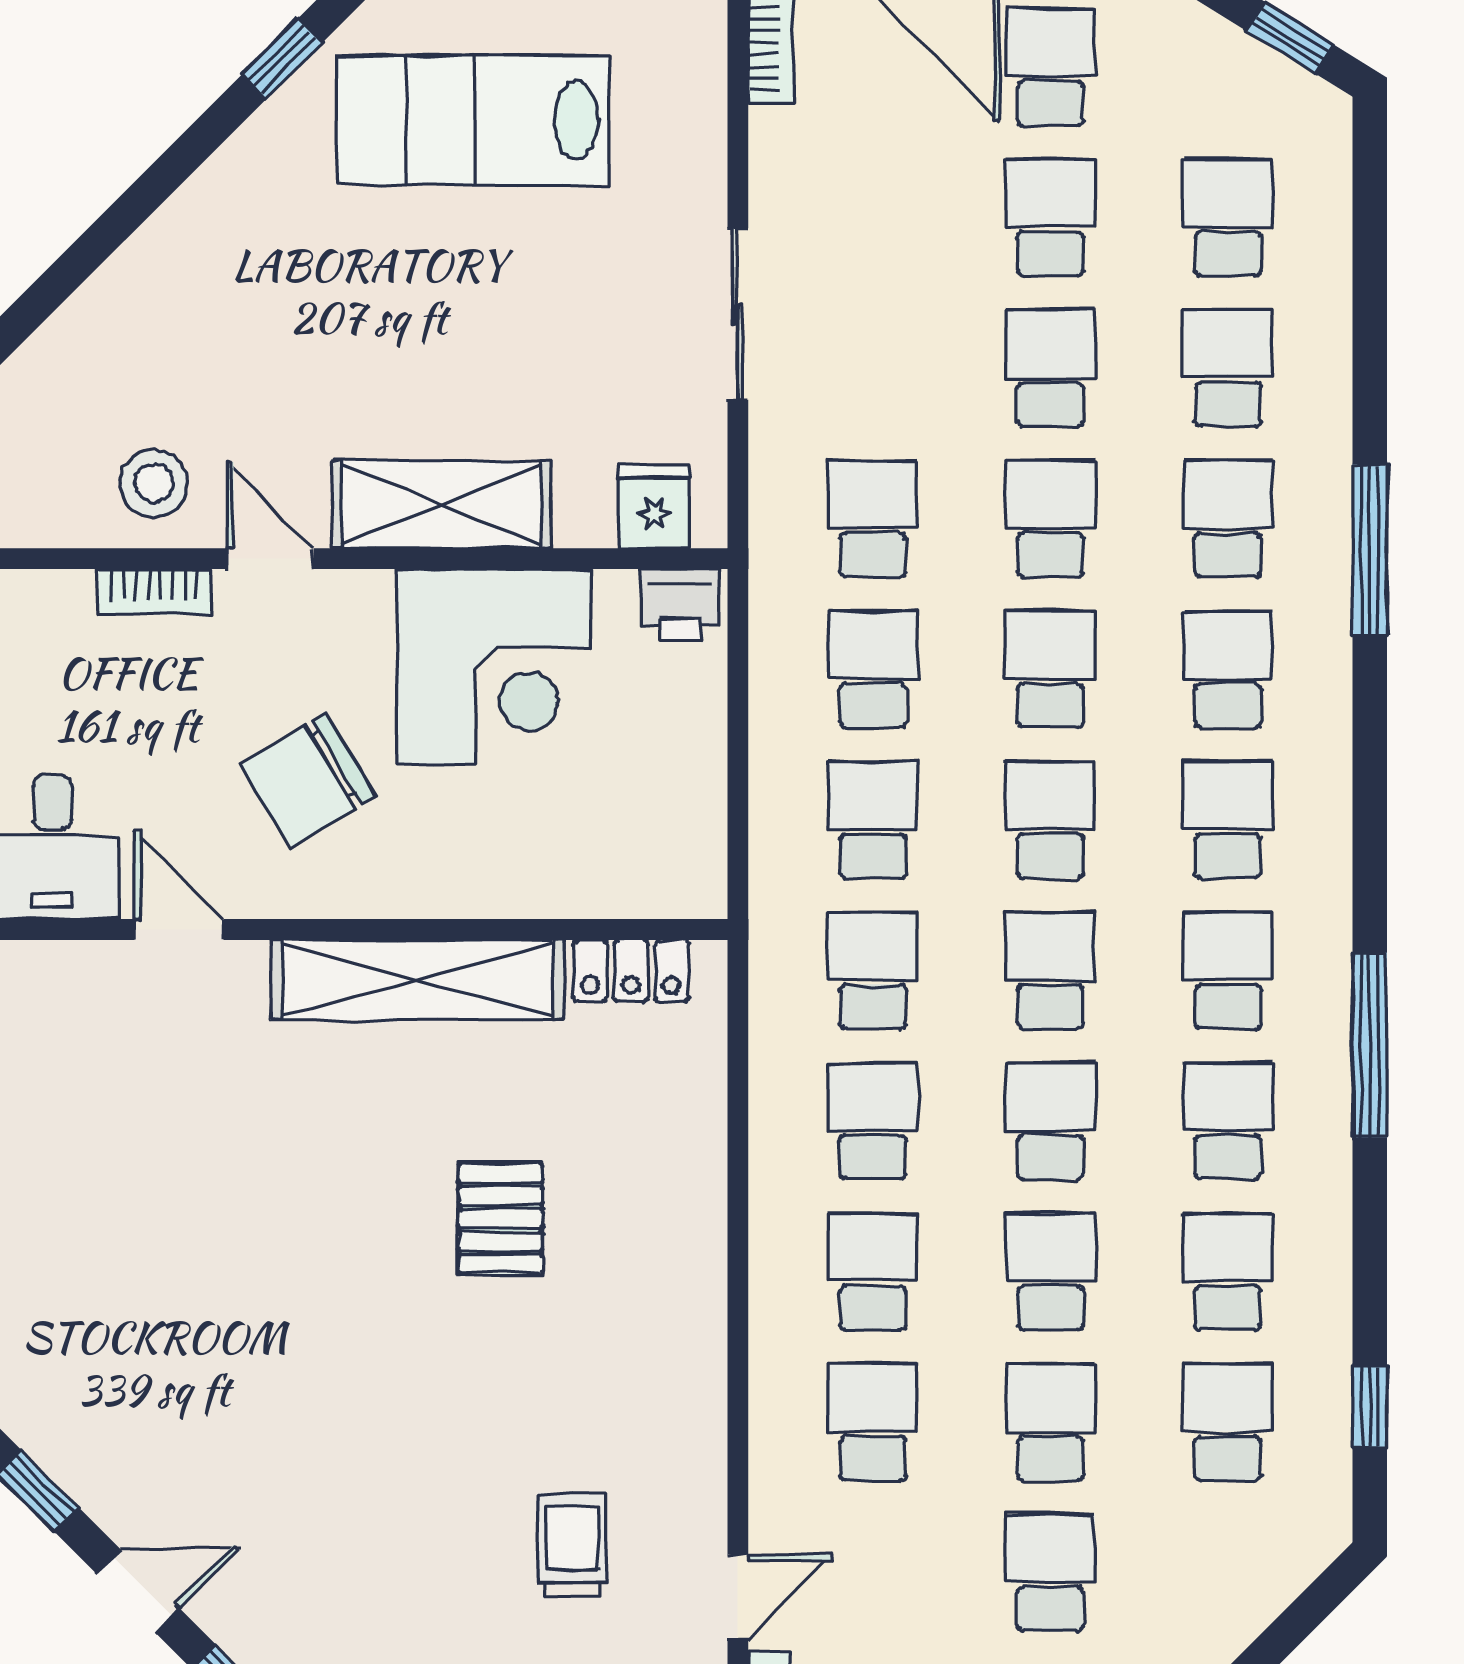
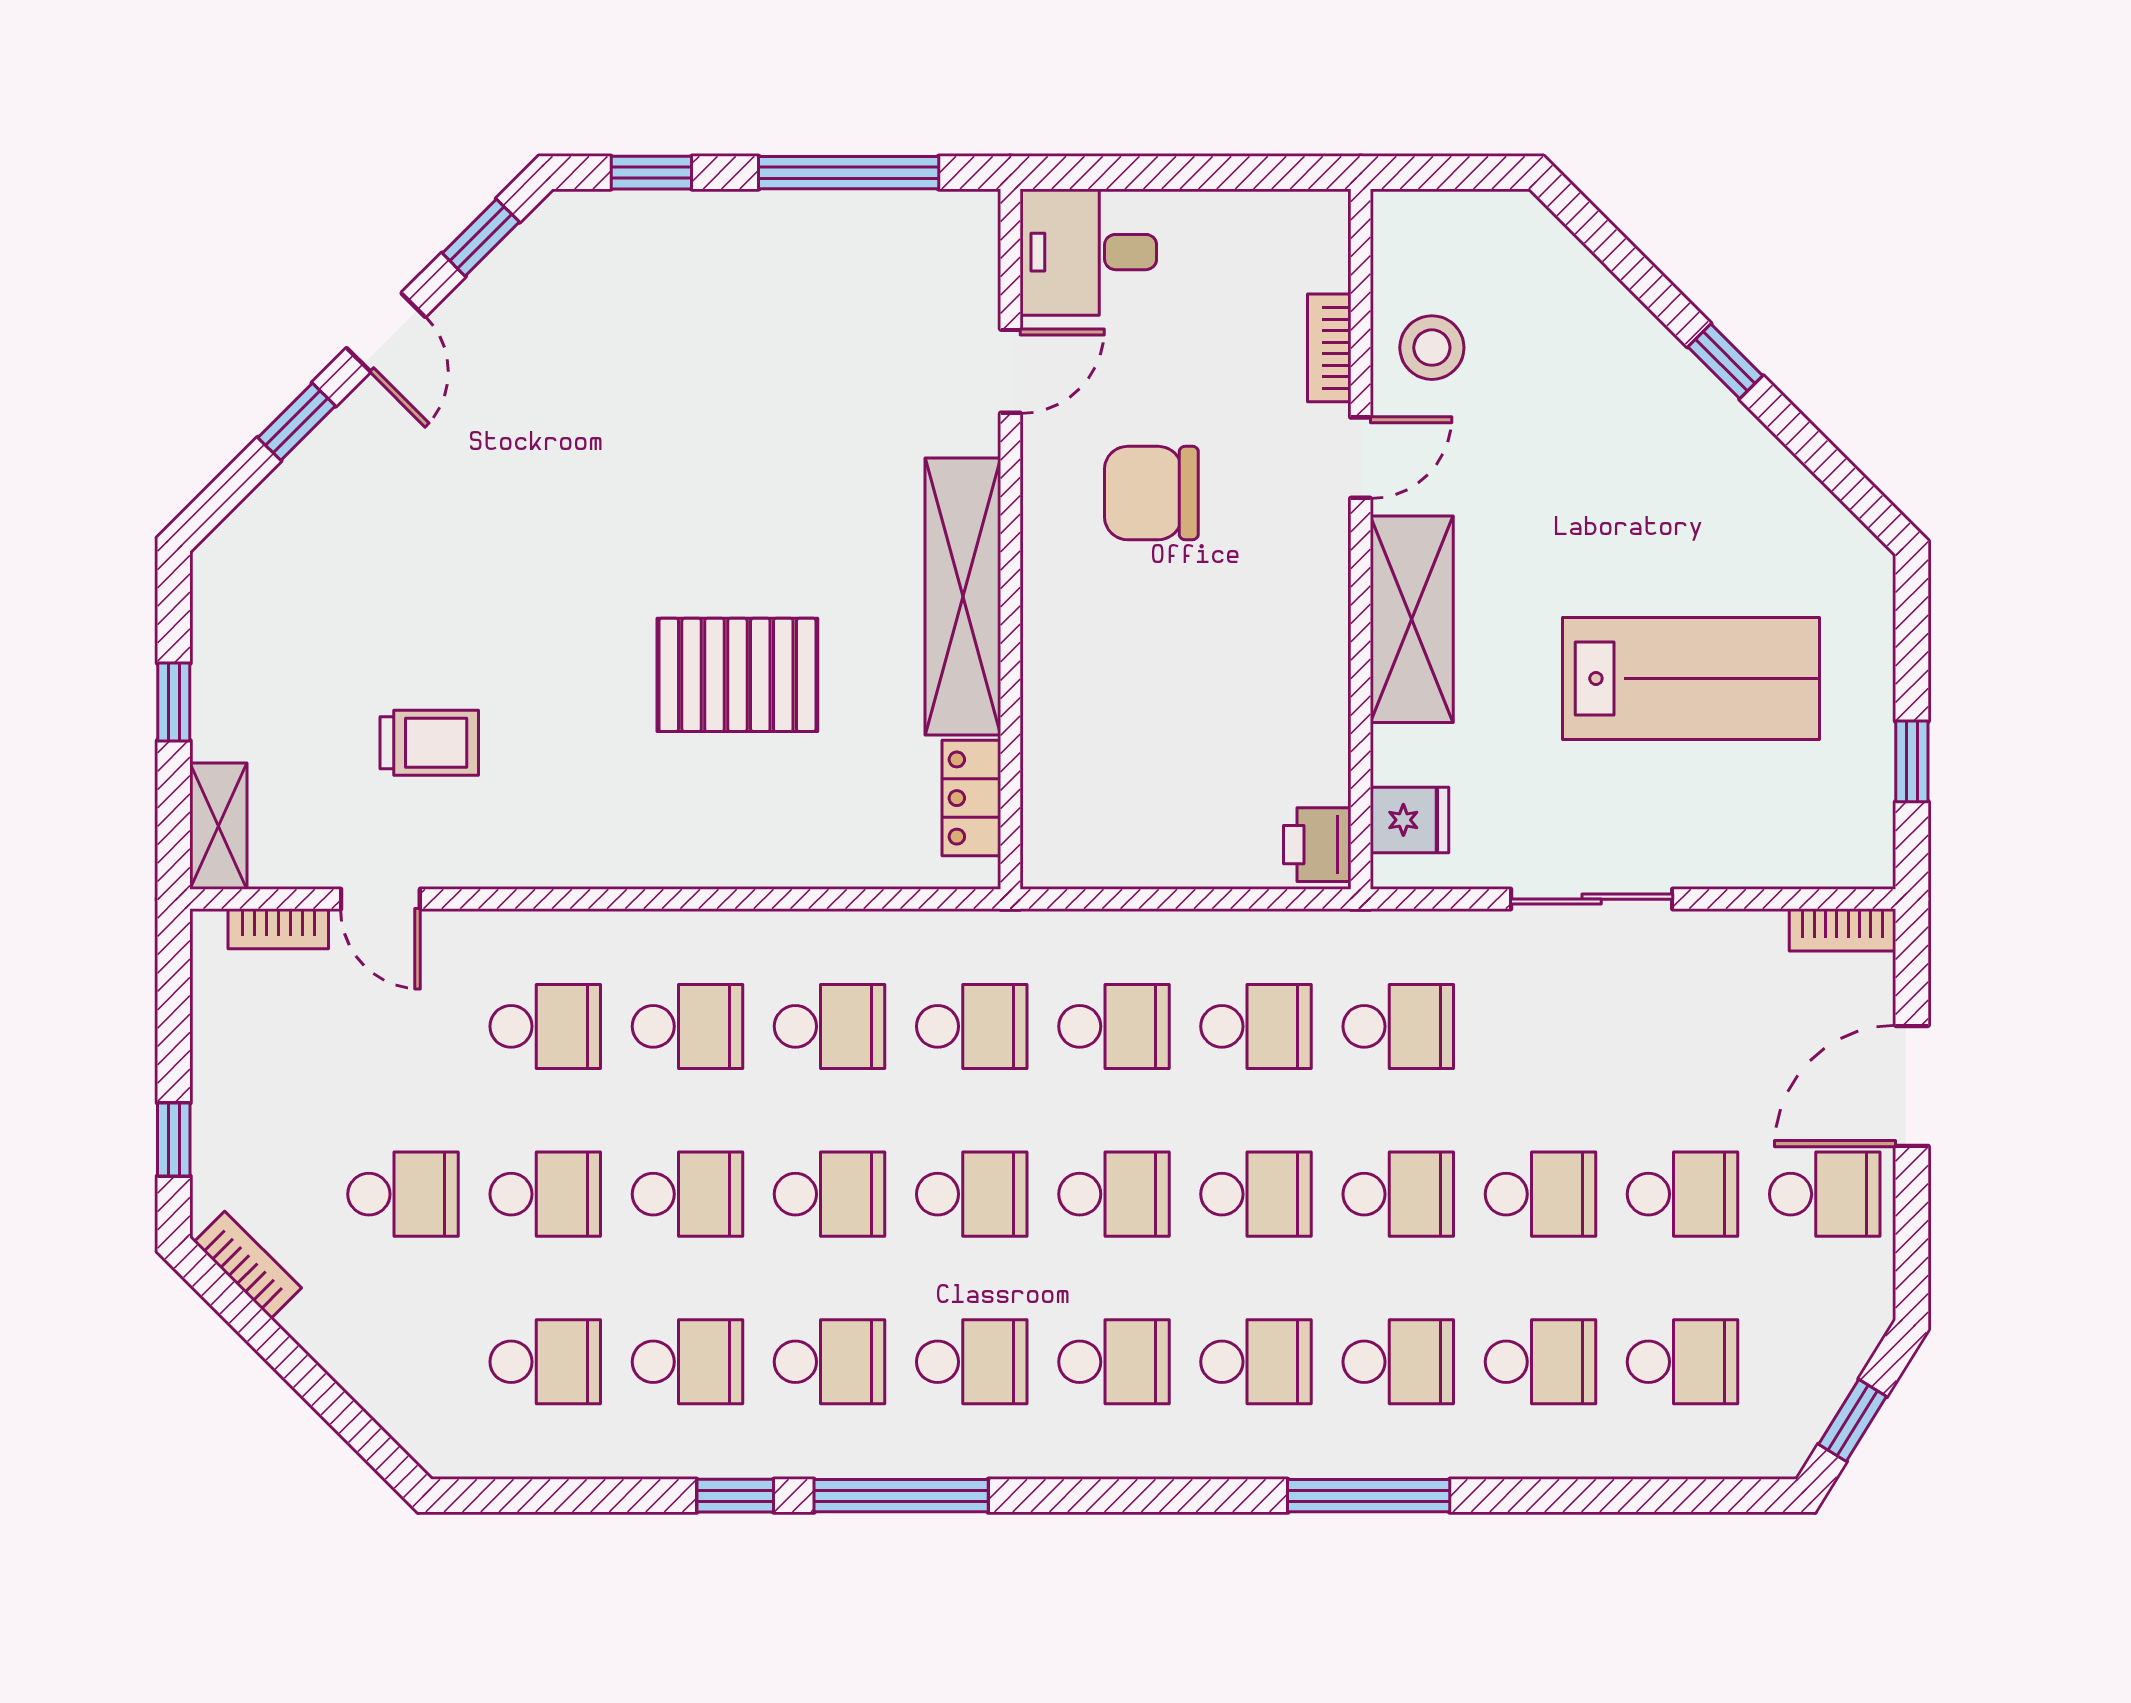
window: (282, 59) -> (1725, 361), moved
lab bench: (473, 120) -> (1691, 678), moved, turned 90
corner desk: (494, 666) -> (1259, 669), removed
chair: (308, 780) -> (1151, 493), turned -59
pallet: (500, 1219) -> (737, 675), width x1.50, depth x1.42
window: (1370, 1407) -> (735, 1496), moved

